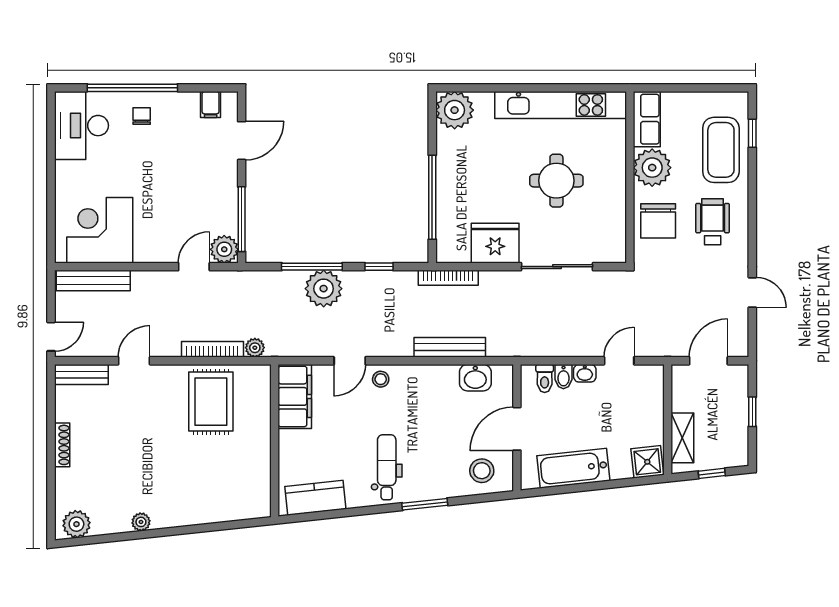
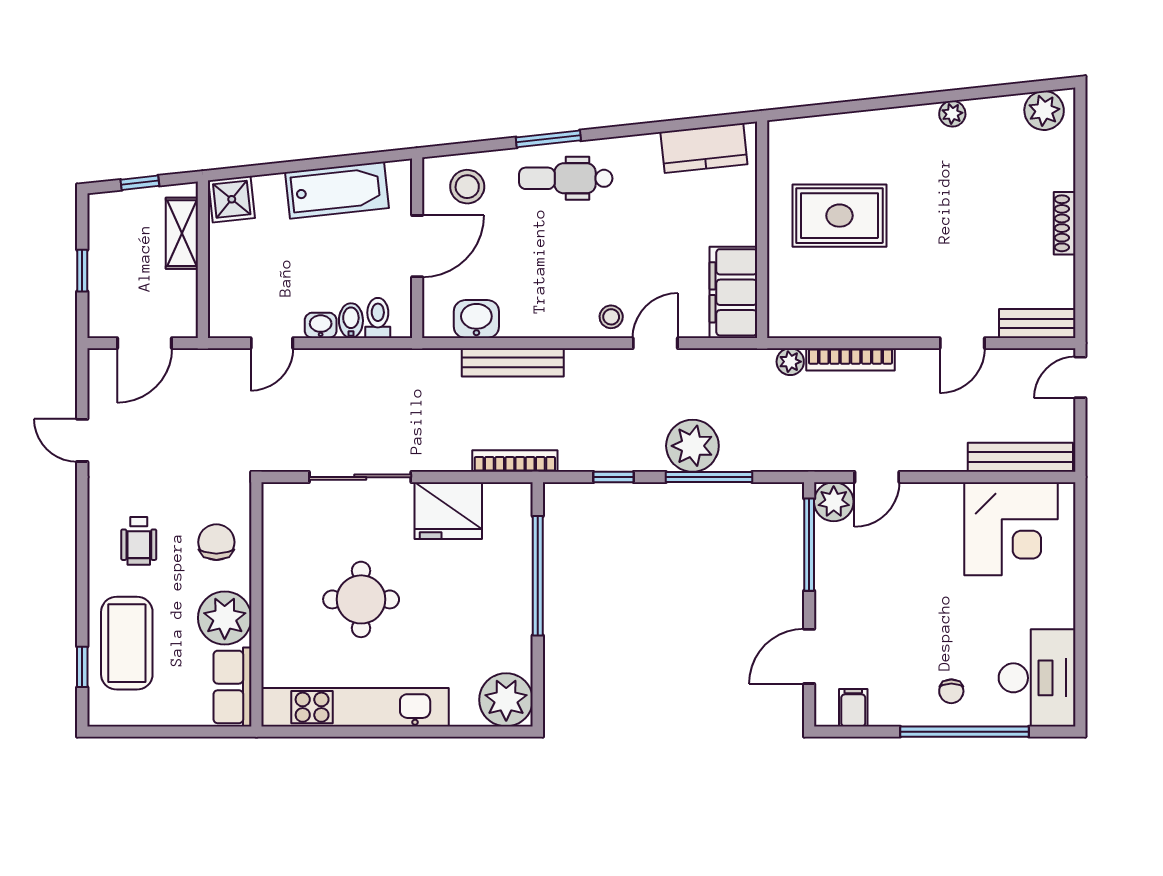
chair: (658, 221) -> (216, 542), width x0.73, depth x0.73
wheelchair: (713, 222) -> (139, 541), width x0.73, depth x0.73
rug: (211, 402) -> (839, 216), moved, turned 90
dental chair: (387, 467) -> (566, 178), moved, turned 90

